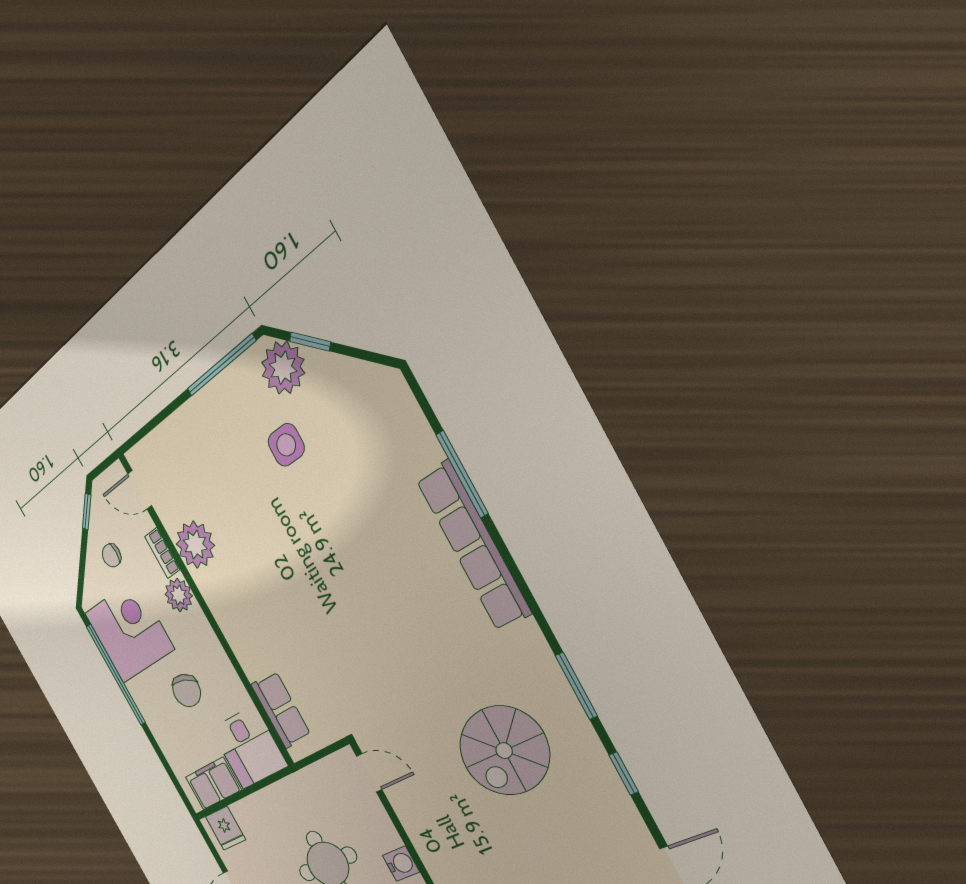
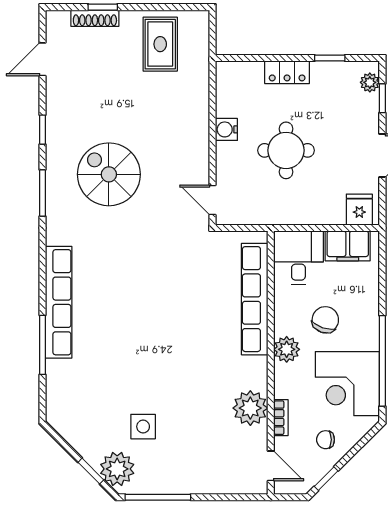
chair: (112, 555) -> (326, 440), turned 180
plant: (179, 595) -> (287, 349), moved
row of seats: (281, 710) -> (255, 299), width x2.02
spiral stairs: (504, 751) -> (109, 174), turned -90

